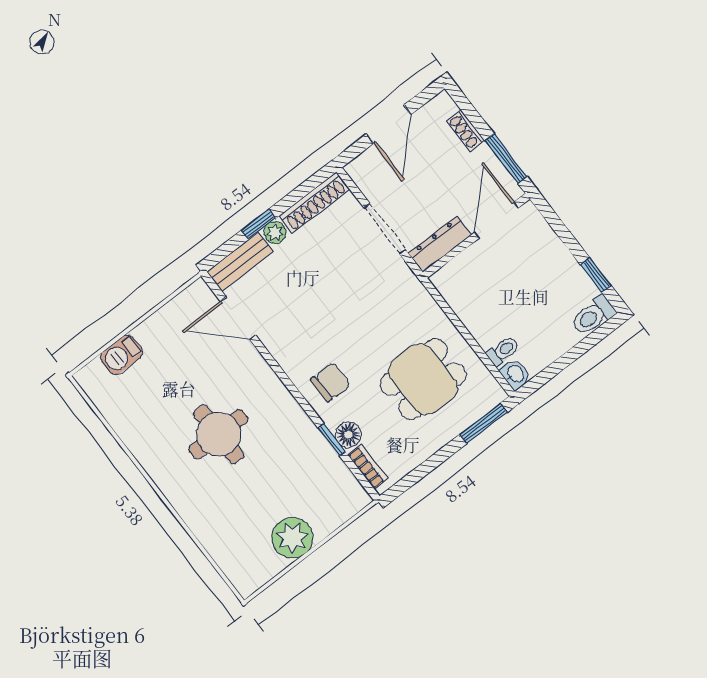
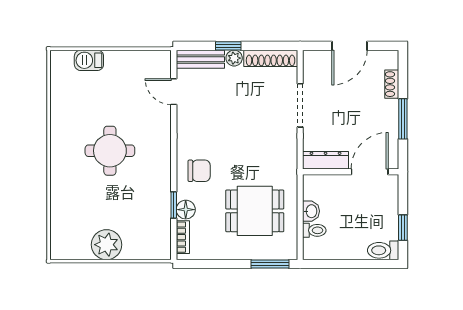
door: (497, 220) -> (370, 172), moved
wall: (476, 236) -> (351, 172), moved
dresser: (440, 244) -> (326, 160), moved
door: (238, 318) -> (174, 92), width x0.73
washbasin: (515, 374) -> (311, 211), moved

